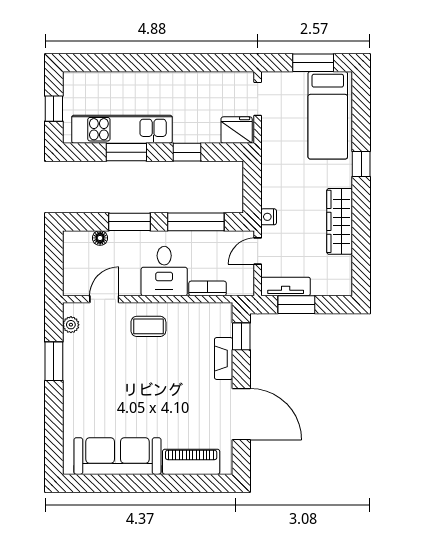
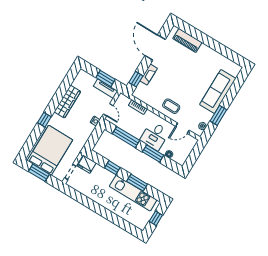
bed: (328, 115) -> (50, 150), width x1.50
door: (258, 251) -> (108, 110), hinge flipped
desk: (164, 271) -> (155, 136), moved, turned 180
sofa: (117, 456) -> (218, 91), moved, turned 90

